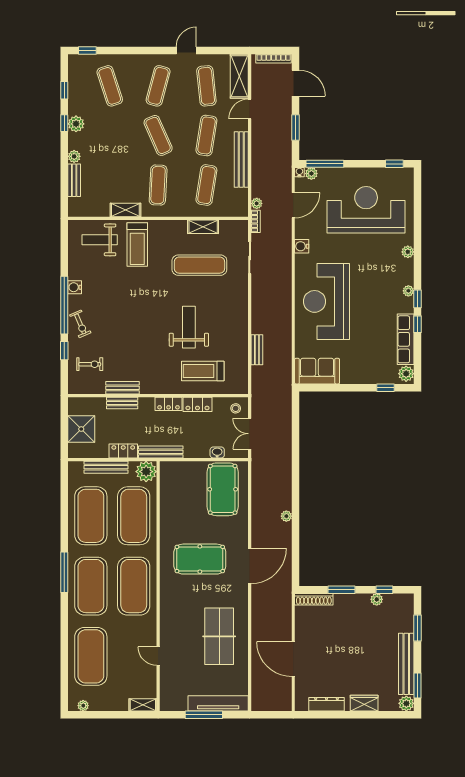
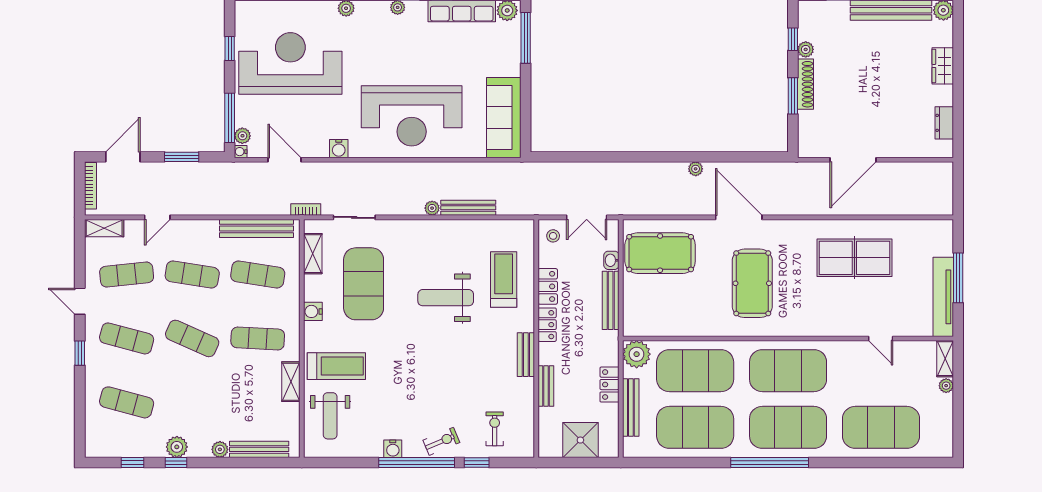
window: (87, 50) -> (80, 353), moved
shelving: (239, 76) -> (104, 228), width x0.67, depth x0.75
exercise mat: (110, 86) -> (127, 402), turned 33
door: (250, 109) -> (157, 217), hinge flipped
exercise mat: (158, 135) -> (192, 338), turned 48
bench: (241, 160) -> (256, 228), moved
window: (394, 164) -> (230, 48), moved
bench: (74, 180) -> (259, 449), width x1.36
plant: (257, 203) -> (432, 208), moved
reception desk: (366, 210) -> (290, 63), turned 90
water cooler: (178, 227) -> (313, 311), added
shelving: (203, 227) -> (313, 254), moved
exercise mat: (199, 265) -> (364, 284), width x1.47
bench: (257, 350) -> (468, 208), width x1.36
treadmill: (203, 371) -> (504, 279), turned 180
sofa: (317, 371) -> (504, 118), width x1.36
bench: (122, 388) -> (526, 355), moved
window: (385, 388) -> (526, 38), width x2.17
bench: (161, 452) -> (611, 300), moved
door: (250, 566) -> (739, 217), moved
window: (64, 572) -> (770, 462), width x1.46
shoe rack: (314, 599) -> (805, 84), moved
door: (158, 656) -> (881, 338), hinge flipped
door: (293, 659) -> (853, 160), moved
tv unit: (218, 703) -> (943, 297), moved
dresser: (326, 704) -> (944, 123), width x0.70
plant: (83, 706) -> (946, 386), moved

